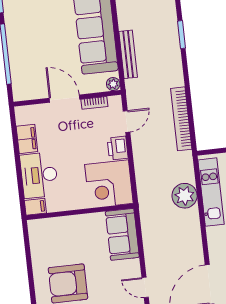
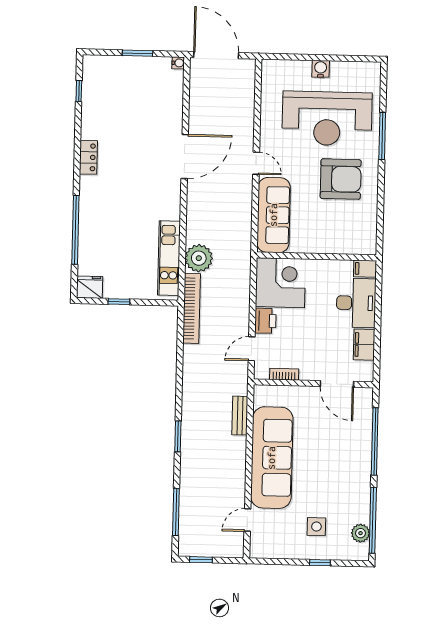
bench: (128, 54) -> (240, 416), width x0.73
plant: (113, 84) -> (261, 392), removed
door: (65, 99) -> (337, 384), moved
bookcase: (181, 119) -> (192, 308), moved
sofa: (122, 234) -> (274, 215), width x1.36

